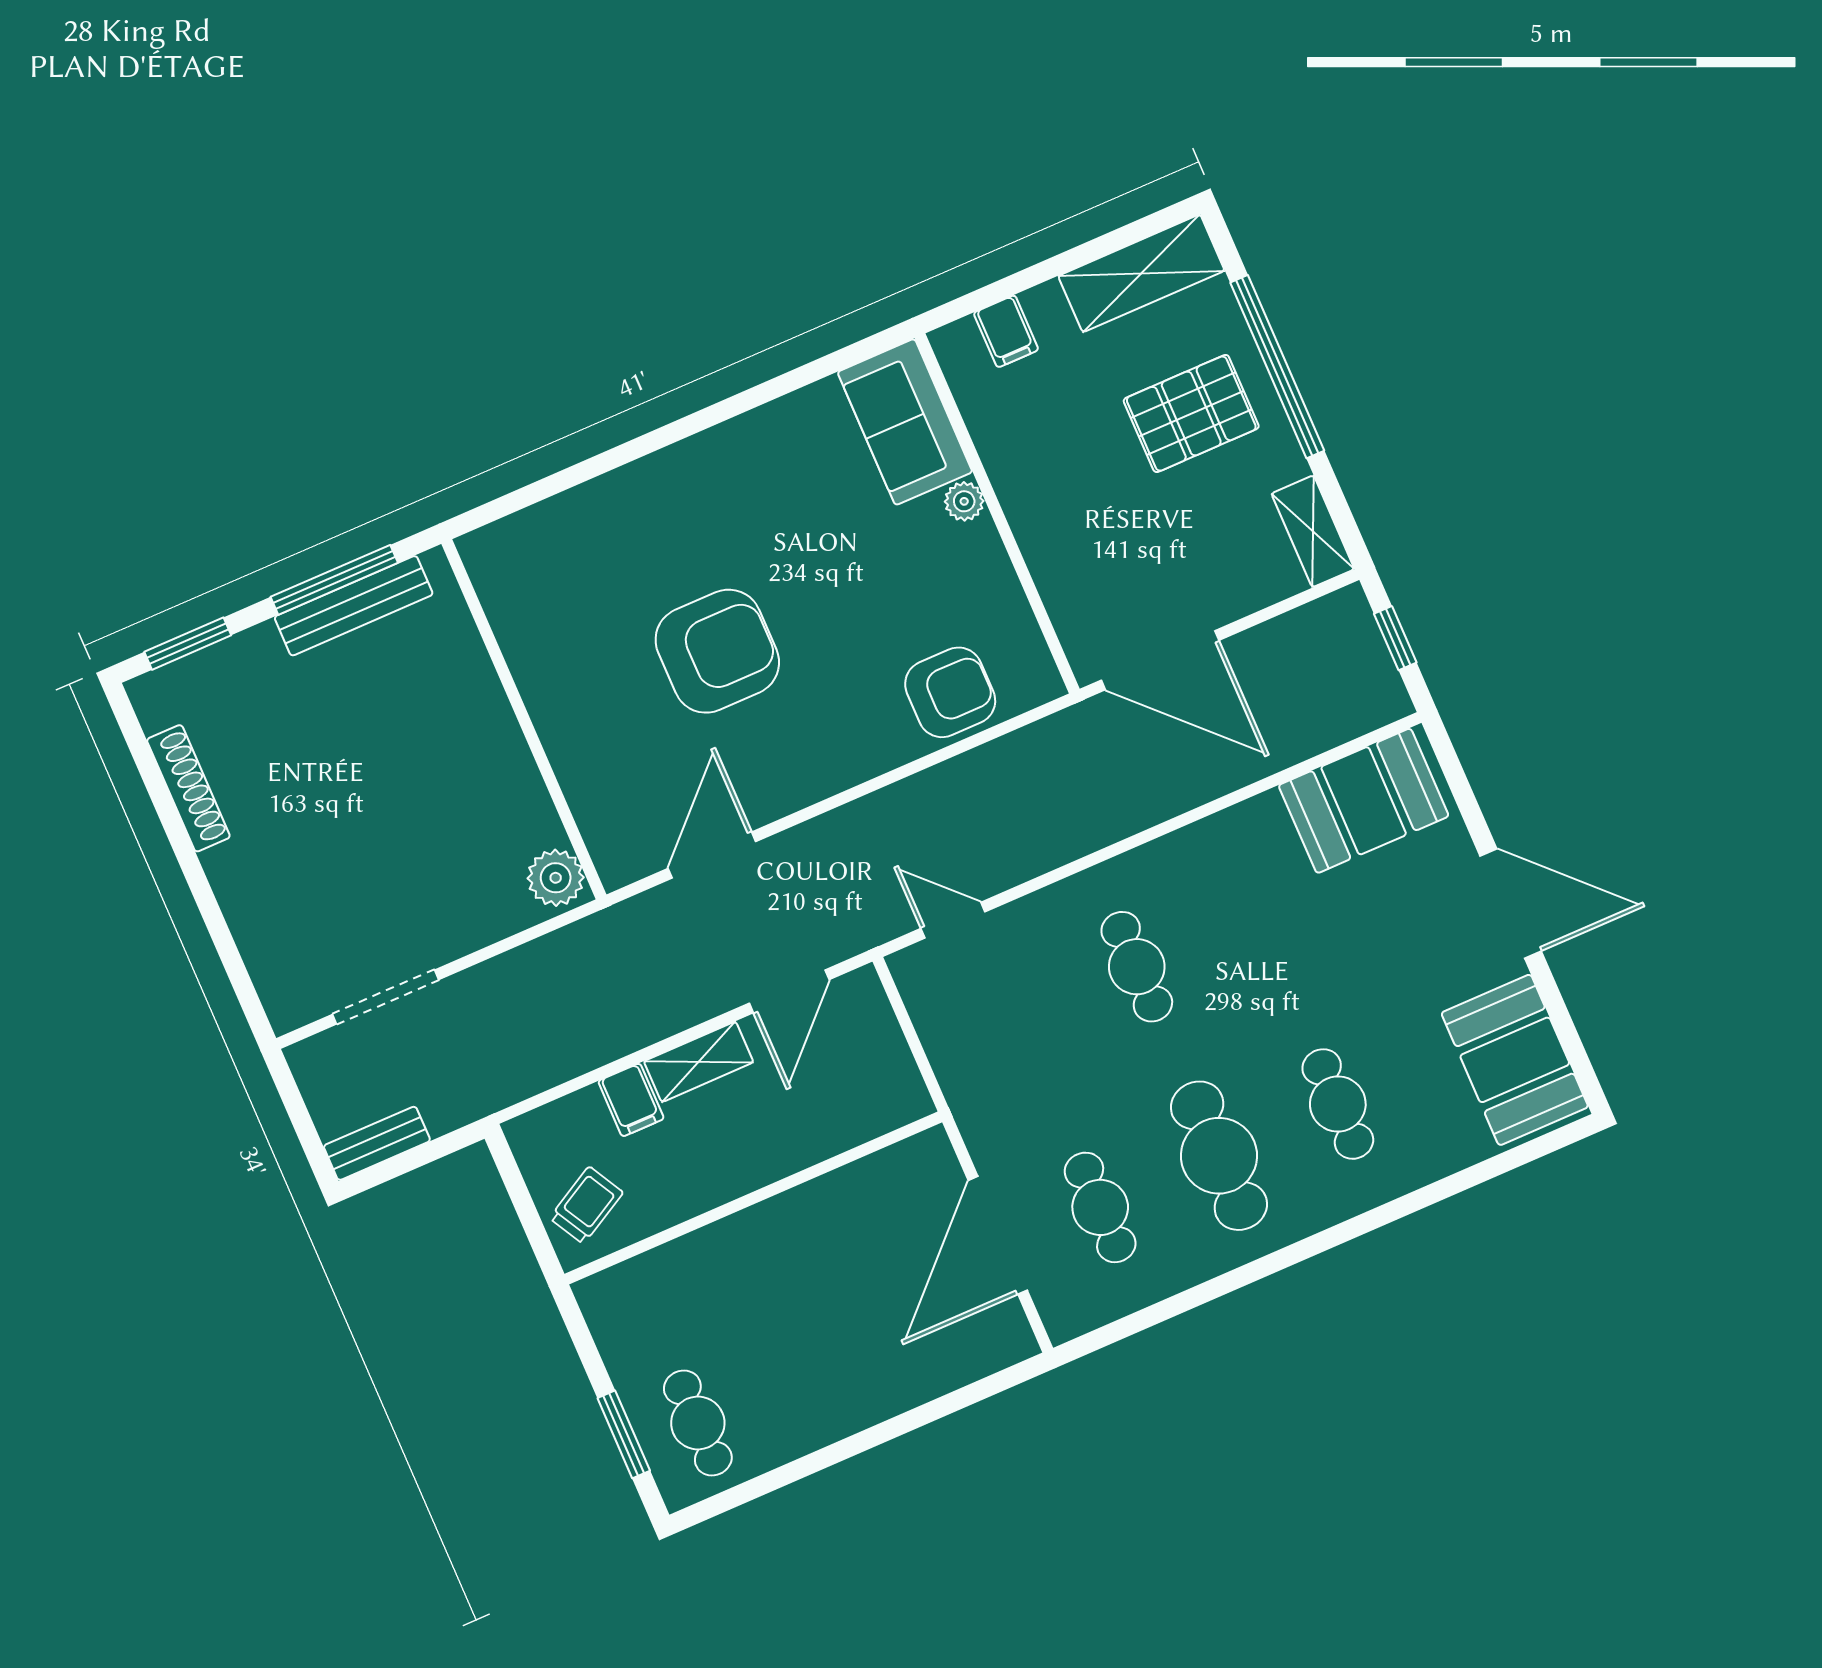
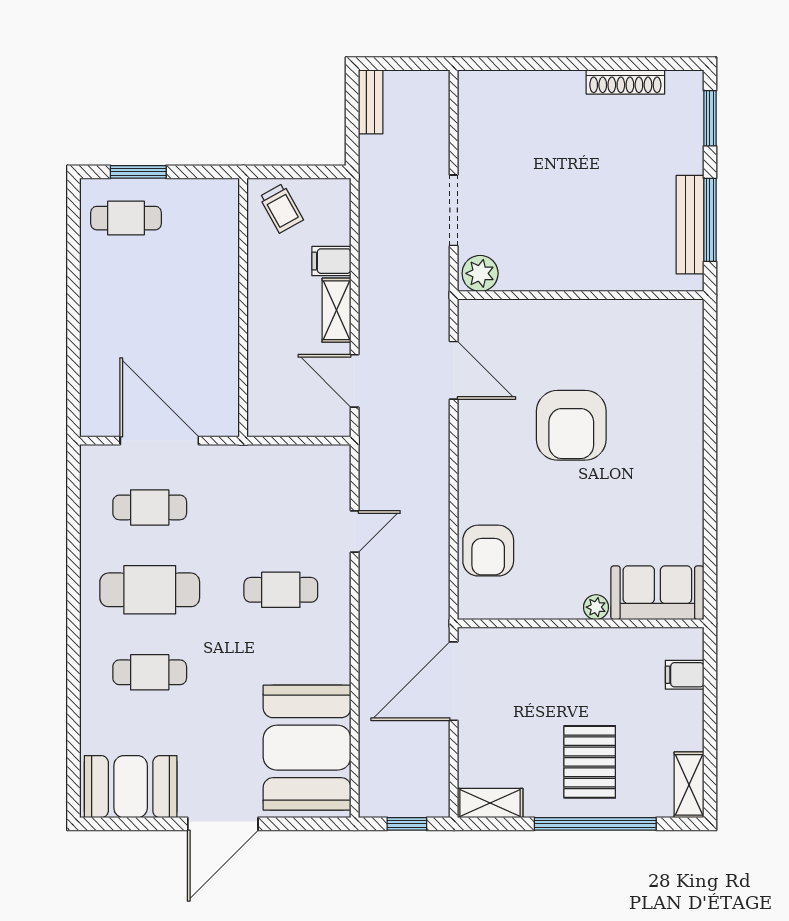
shelving: (1141, 273) -> (689, 785), width x0.67, depth x0.75
booth: (1364, 801) -> (307, 748), width x1.36, depth x1.42
door: (953, 920) -> (355, 532), moved
doorway: (386, 997) -> (454, 210), moved

